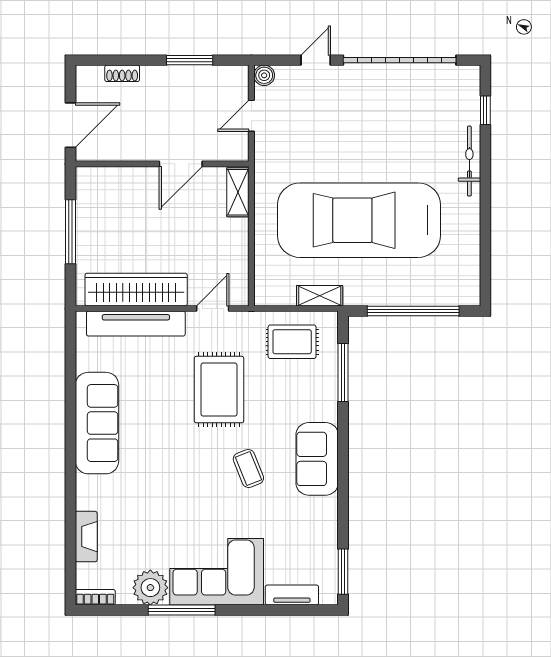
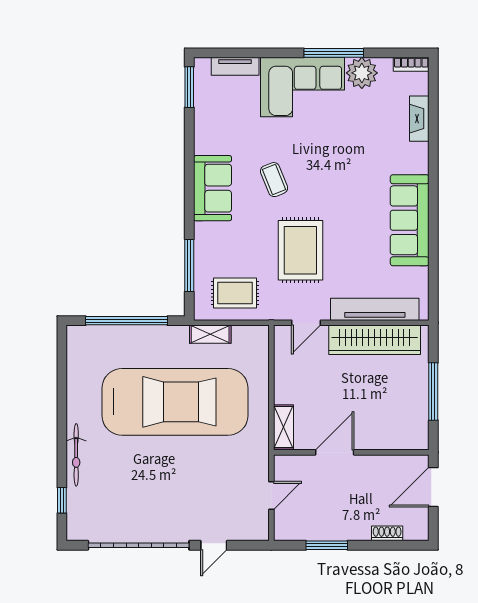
boiler: (264, 75) -> (260, 532), removed

